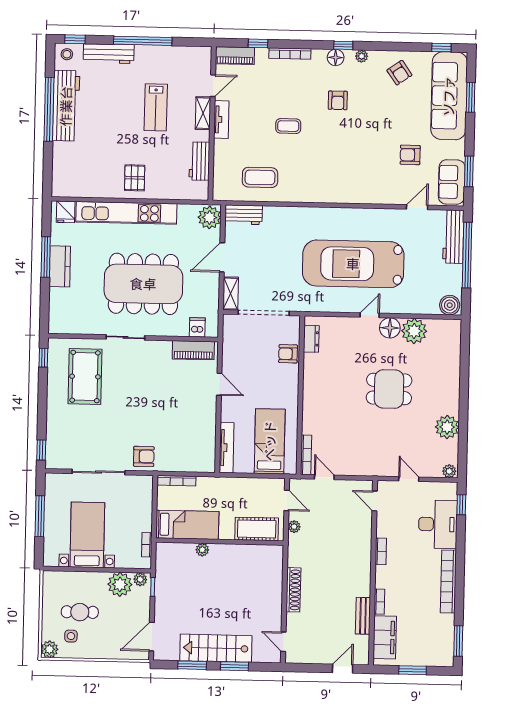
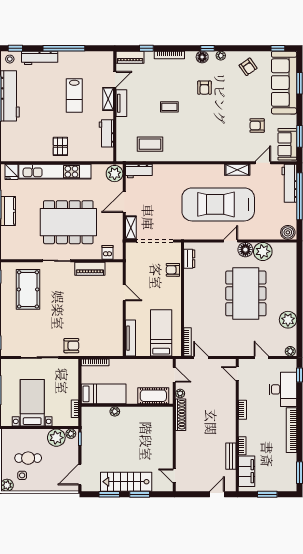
shelving: (381, 216) -> (237, 170), added
piano: (193, 350) -> (90, 269), moved
dining table: (389, 389) -> (246, 293), width x1.88, depth x1.24
shoe rack: (293, 590) -> (181, 415), moved

